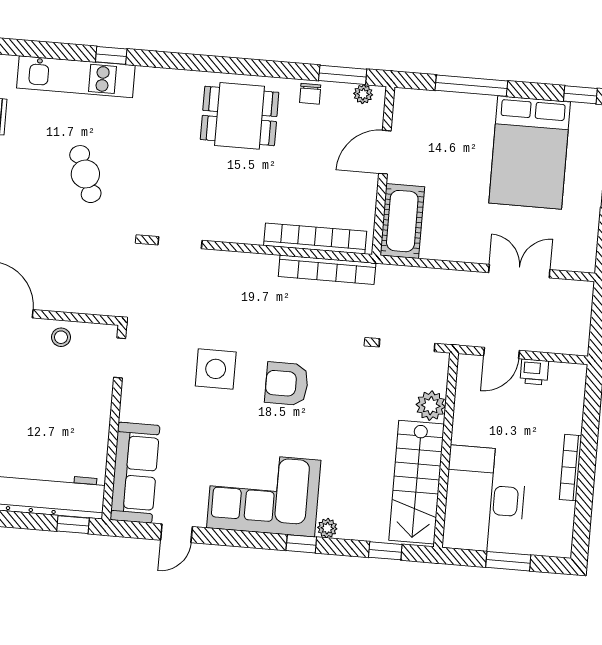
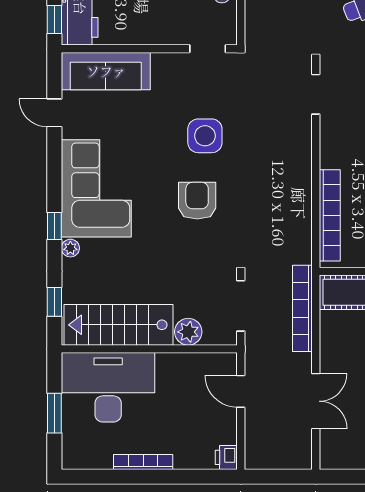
bookcase: (327, 270) -> (302, 308), moved
printer: (534, 372) -> (226, 457), moved

